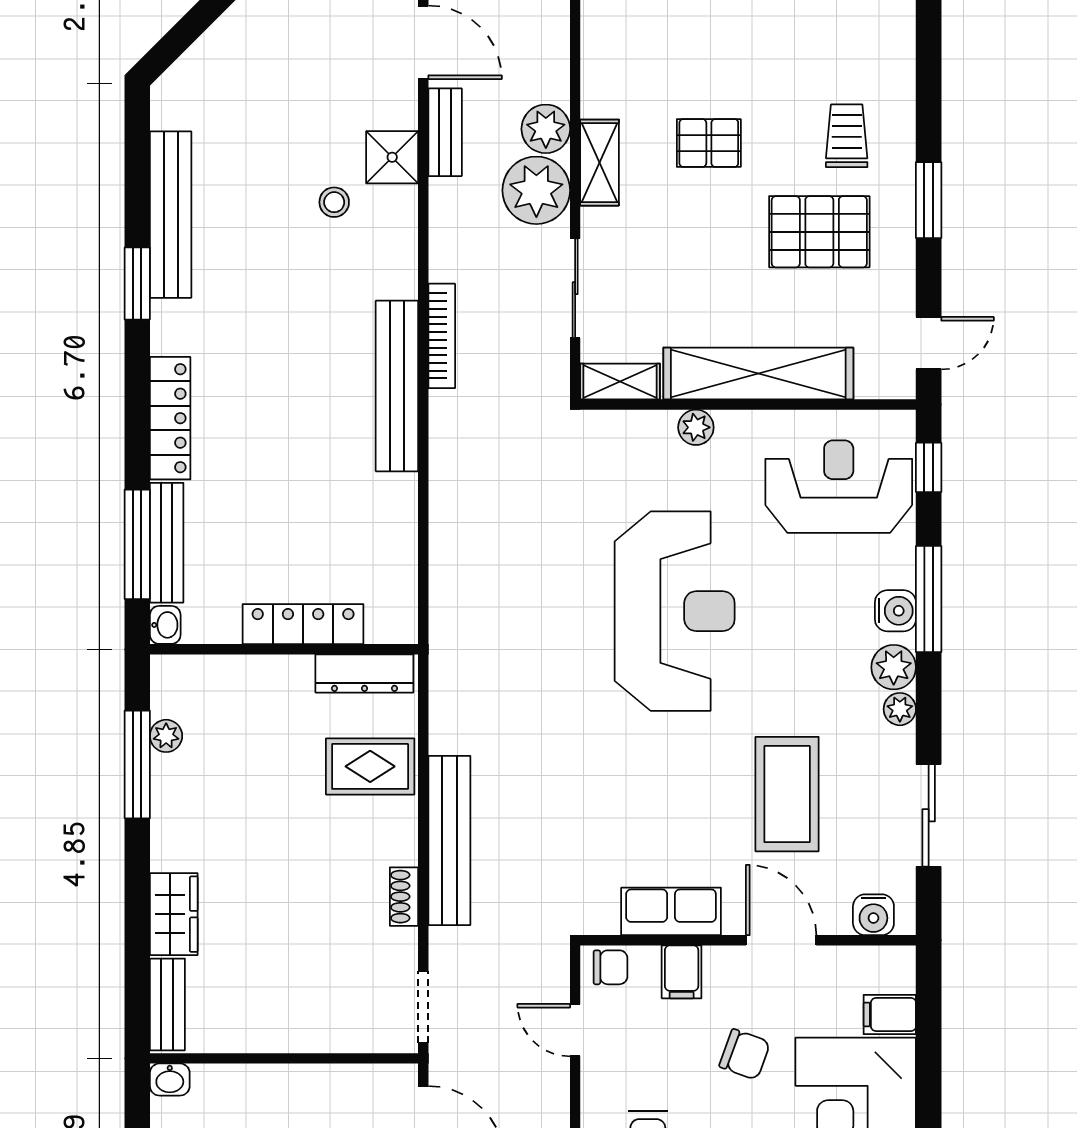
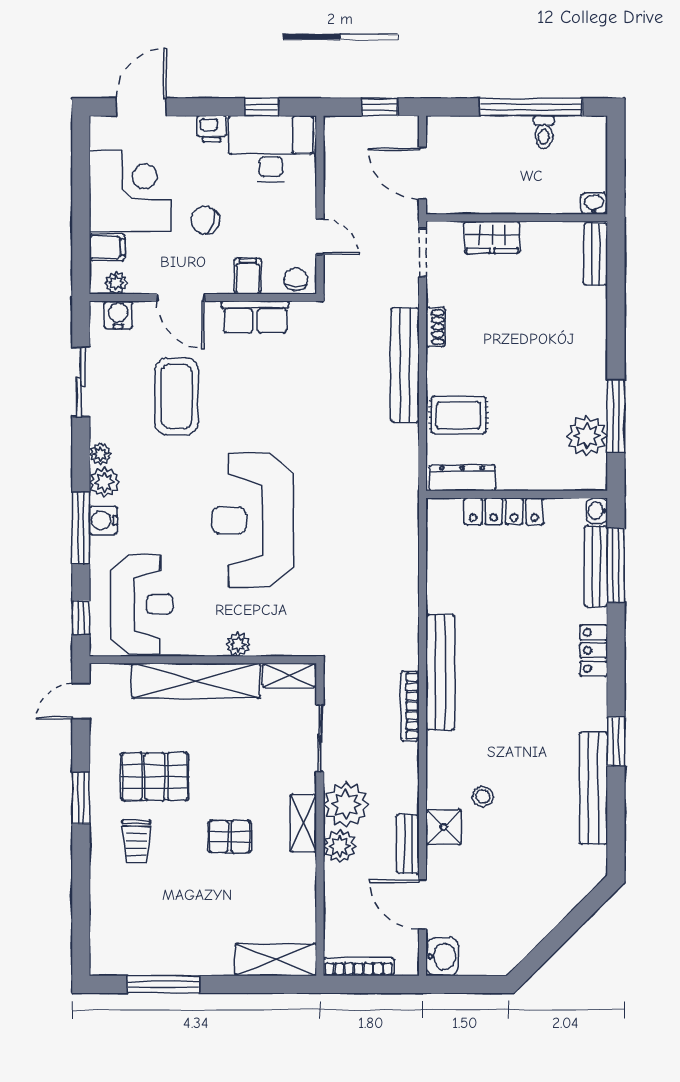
locker: (170, 418) -> (594, 650), width x0.66
reception desk: (839, 487) -> (142, 604), turned -90
plant: (166, 736) -> (587, 436), width x1.88, depth x1.88
wardrobe: (174, 914) -> (492, 237), moved, turned -90
plant: (876, 962) -> (116, 283), added
chair: (610, 967) -> (296, 279), turned 90

